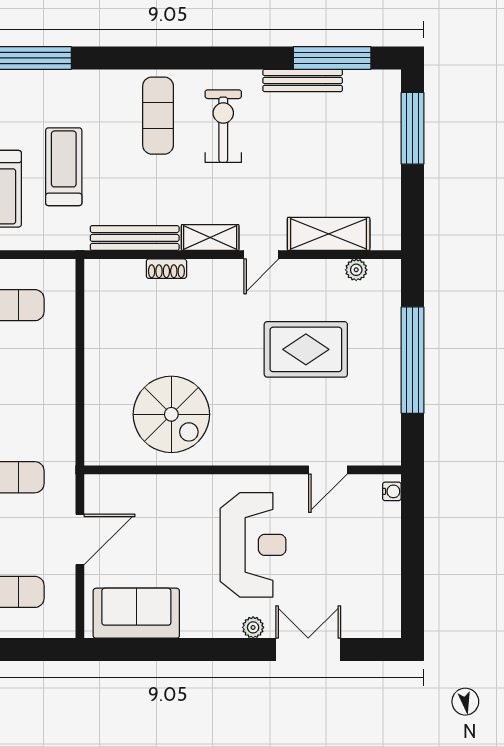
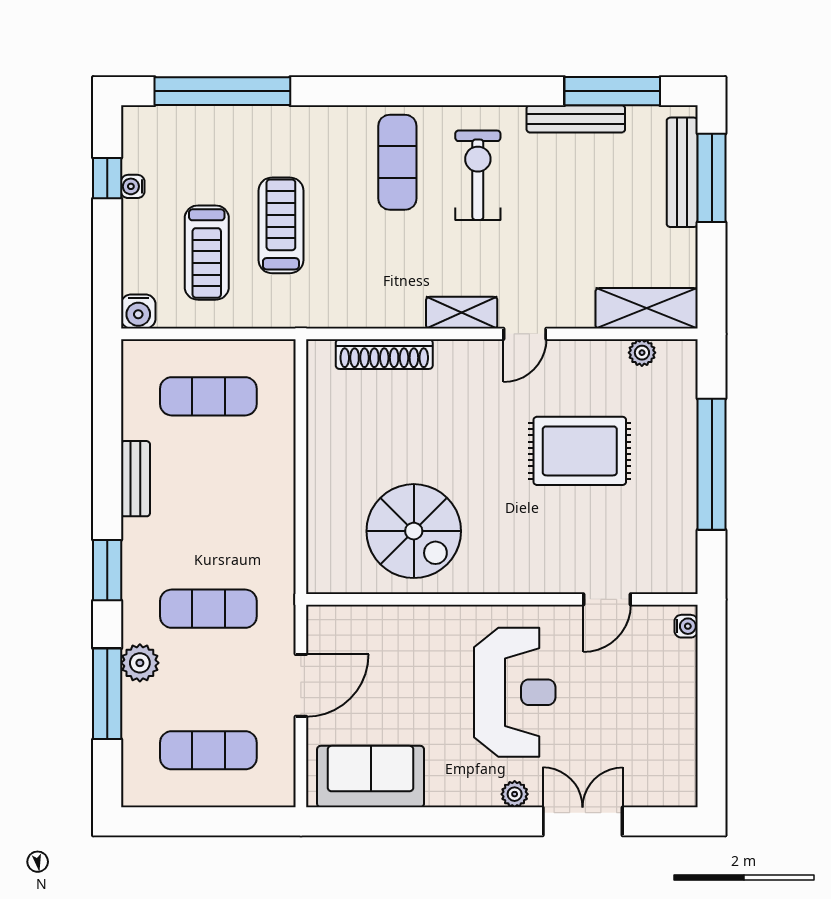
shelving: (329, 234) -> (647, 308), moved
bench: (135, 238) -> (682, 172), moved, turned 90
shoe rack: (166, 269) -> (384, 354), width x1.94, depth x1.24

